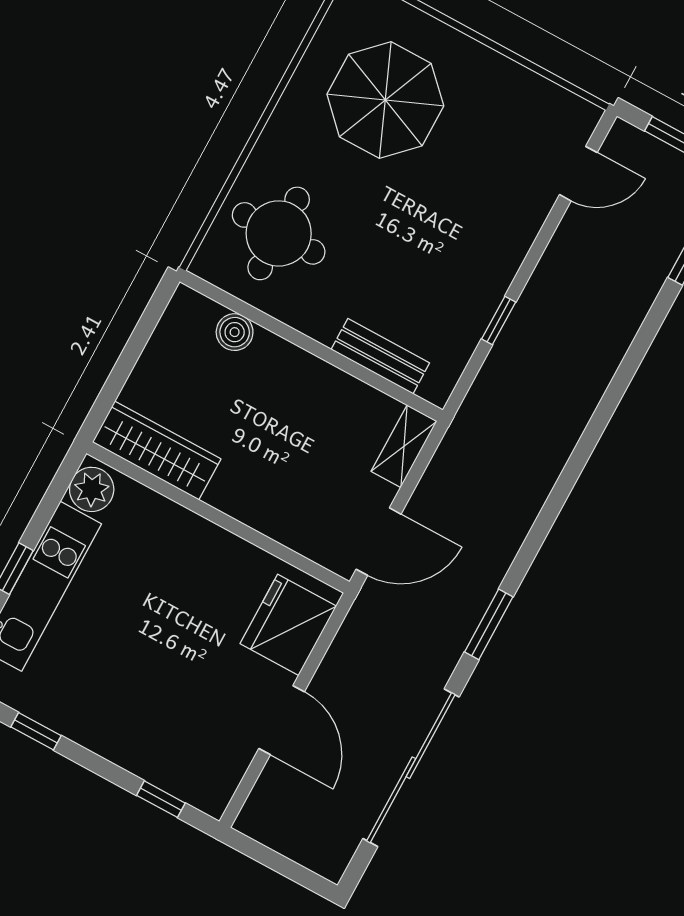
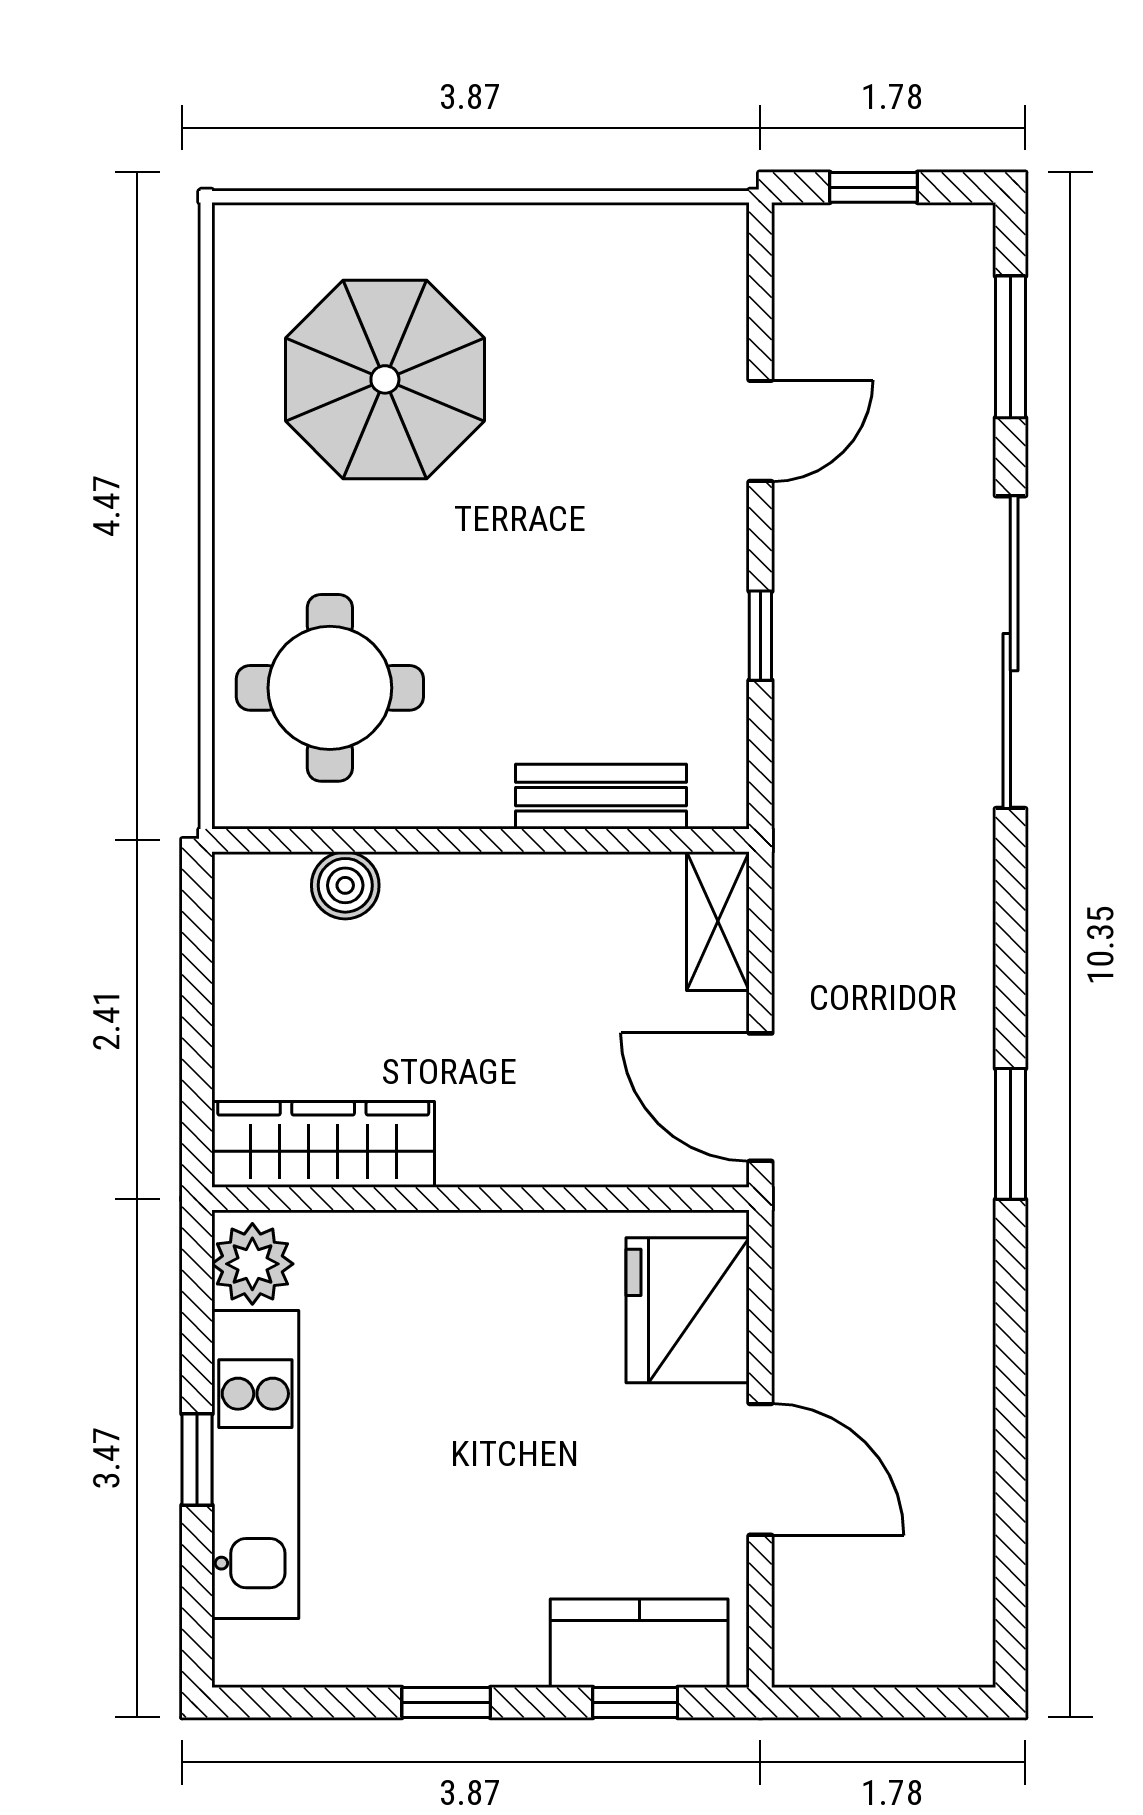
door: (578, 174) -> (760, 431), moved
door: (379, 542) -> (760, 1097), swing flipped
window: (36, 731) -> (446, 1702), moved
sliding door: (411, 768) -> (1010, 652), moved
kitchen counter: (178, 772) -> (639, 1643), added

